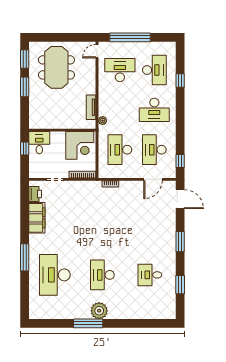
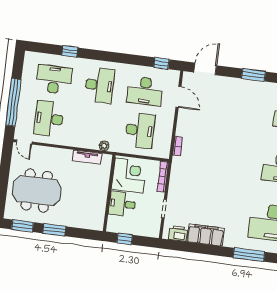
desk: (39, 143) -> (122, 204), moved
desk: (120, 150) -> (140, 130), turned -90

